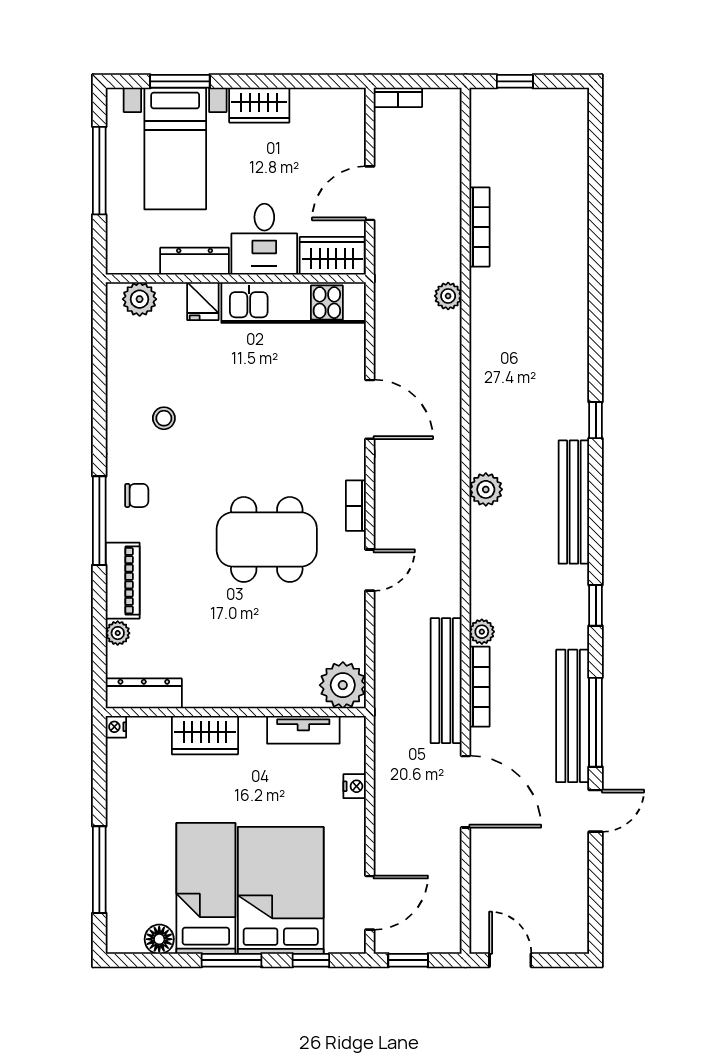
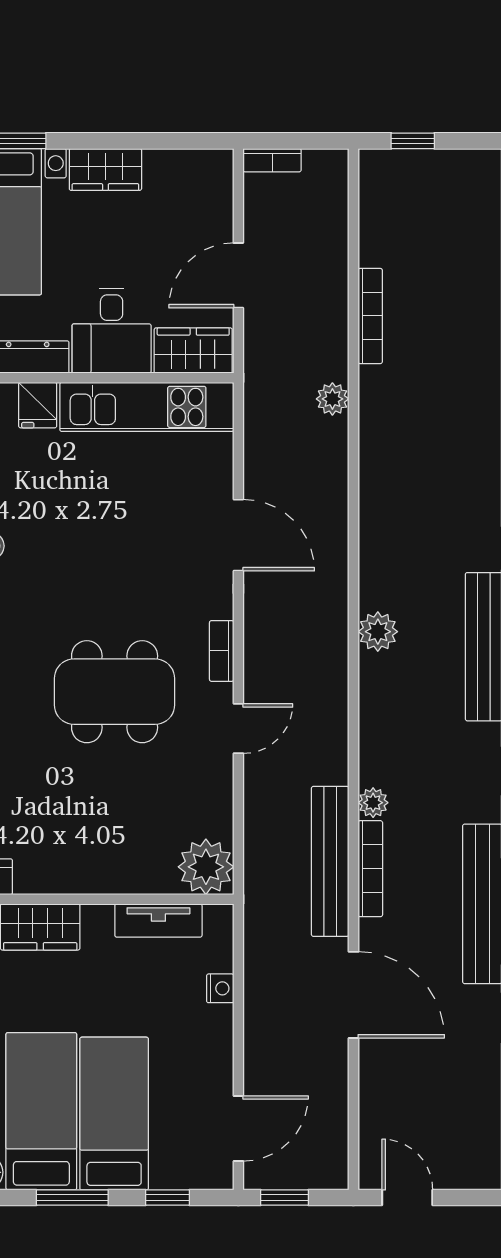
bed: (281, 890) -> (114, 1114), width x0.67

